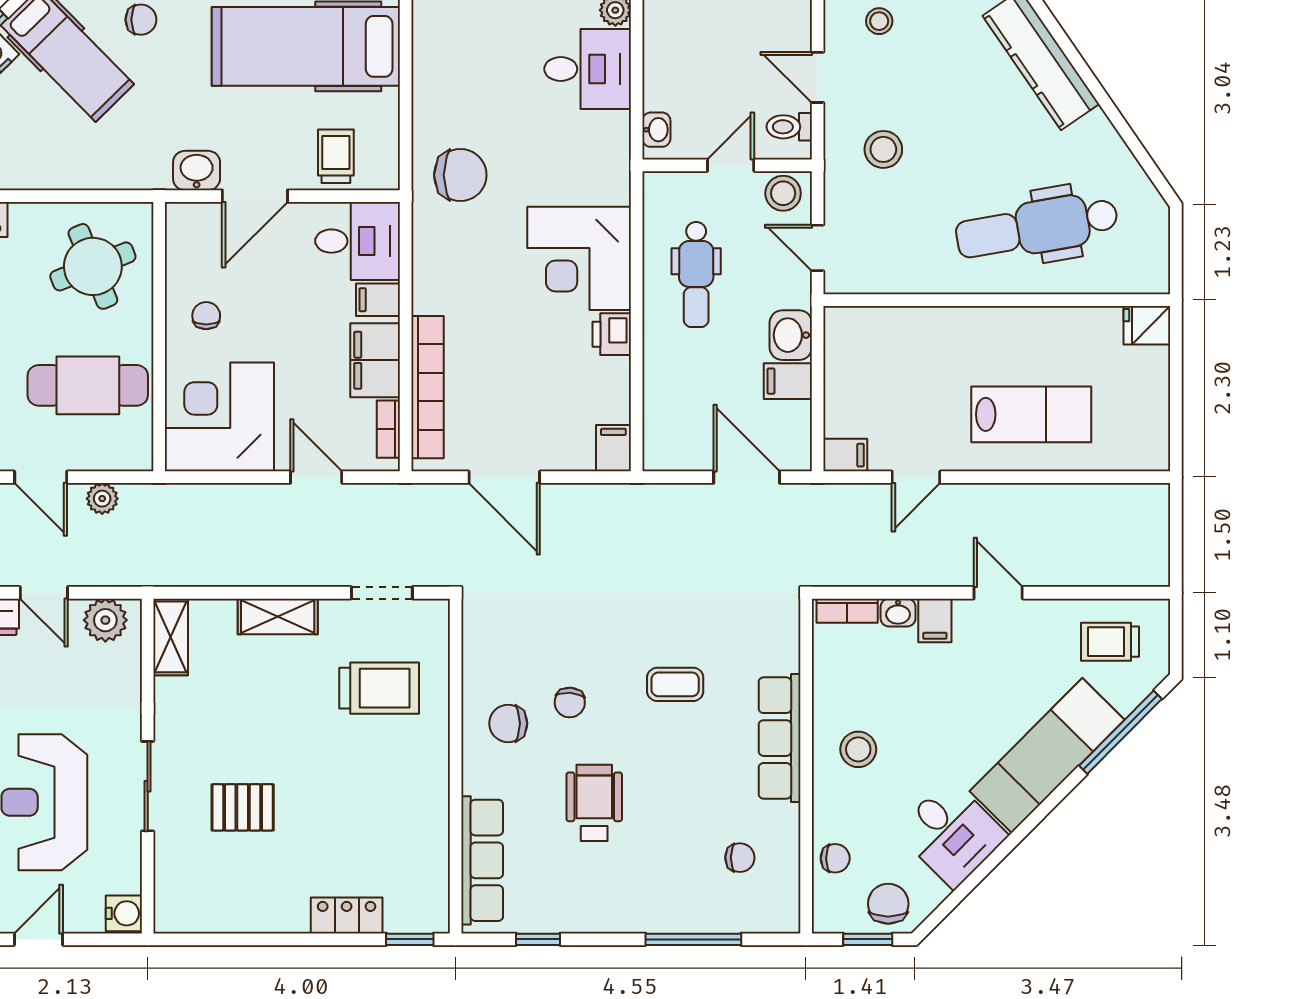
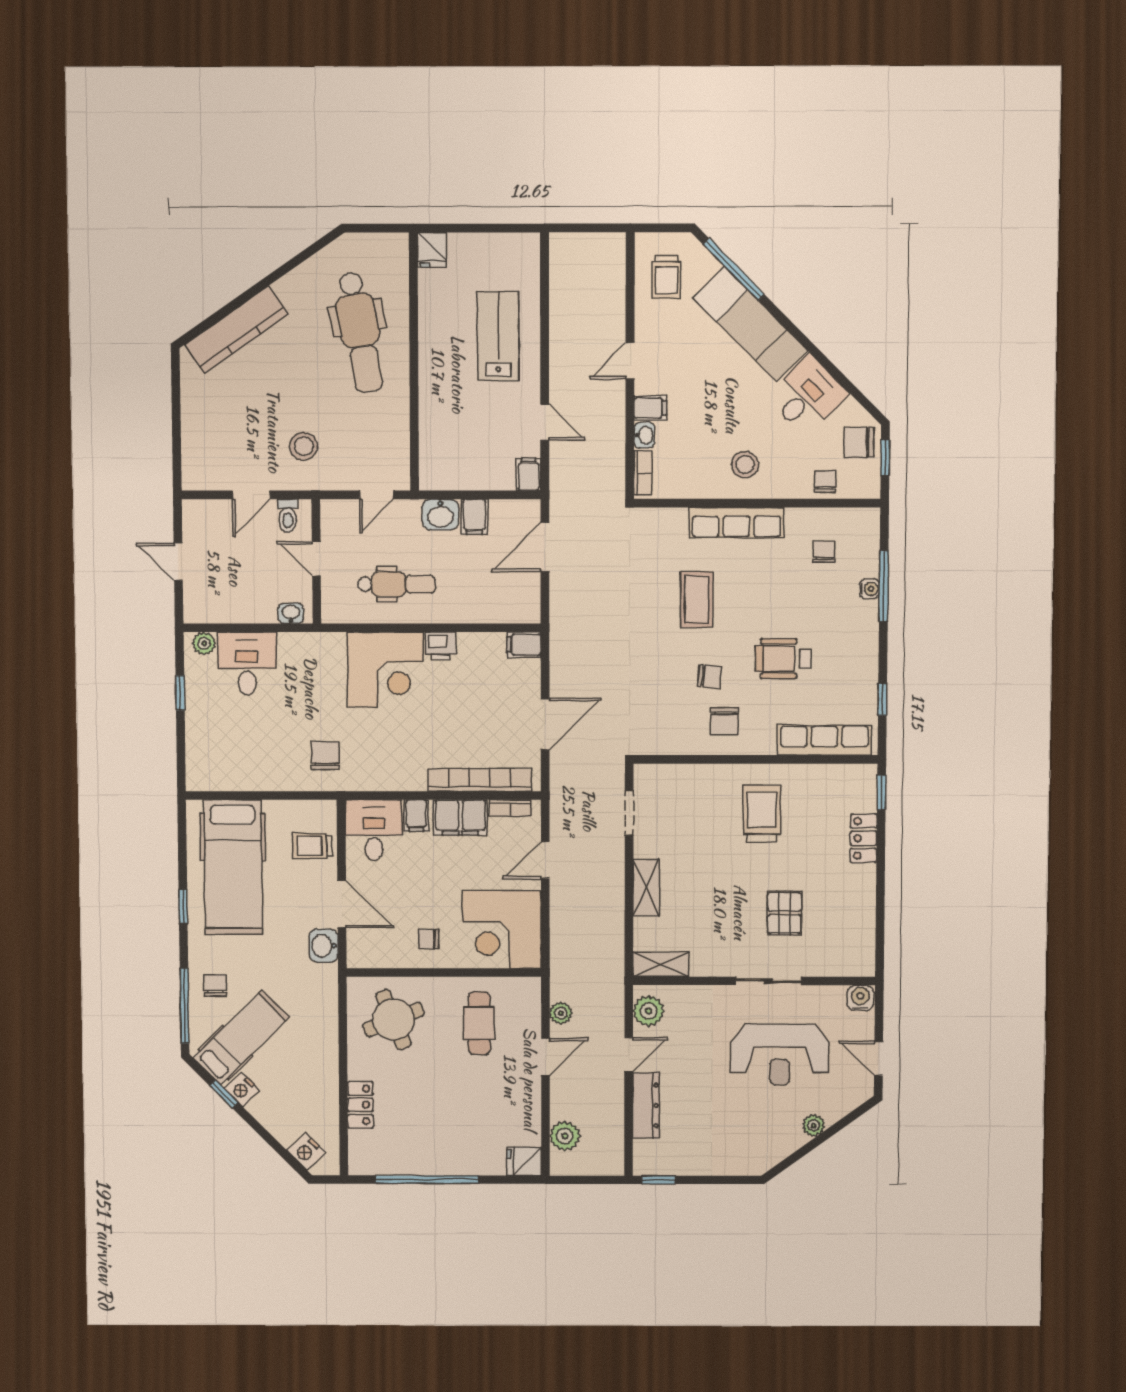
stool: (879, 21) -> (209, 449), removed
chair: (460, 175) -> (325, 756), width x0.73, depth x0.73
stool: (783, 193) -> (336, 520), removed
cafe table: (88, 385) -> (479, 1023), width x0.73, depth x0.74
coffee table: (675, 684) -> (697, 599), width x1.36, depth x1.30
trolley: (379, 688) -> (762, 813), moved
water cooler: (690, 920) -> (870, 589), added

